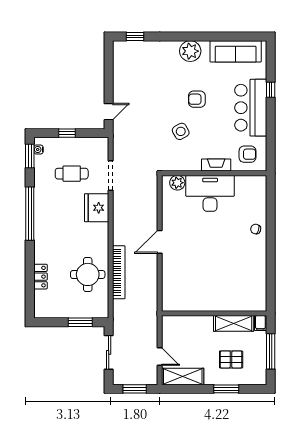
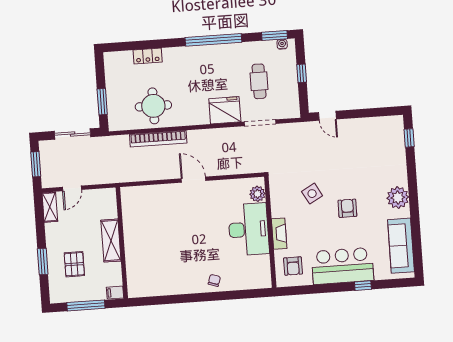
shelving: (234, 323) -> (111, 241), moved
shelving: (183, 376) -> (50, 207), width x0.67, depth x0.75

